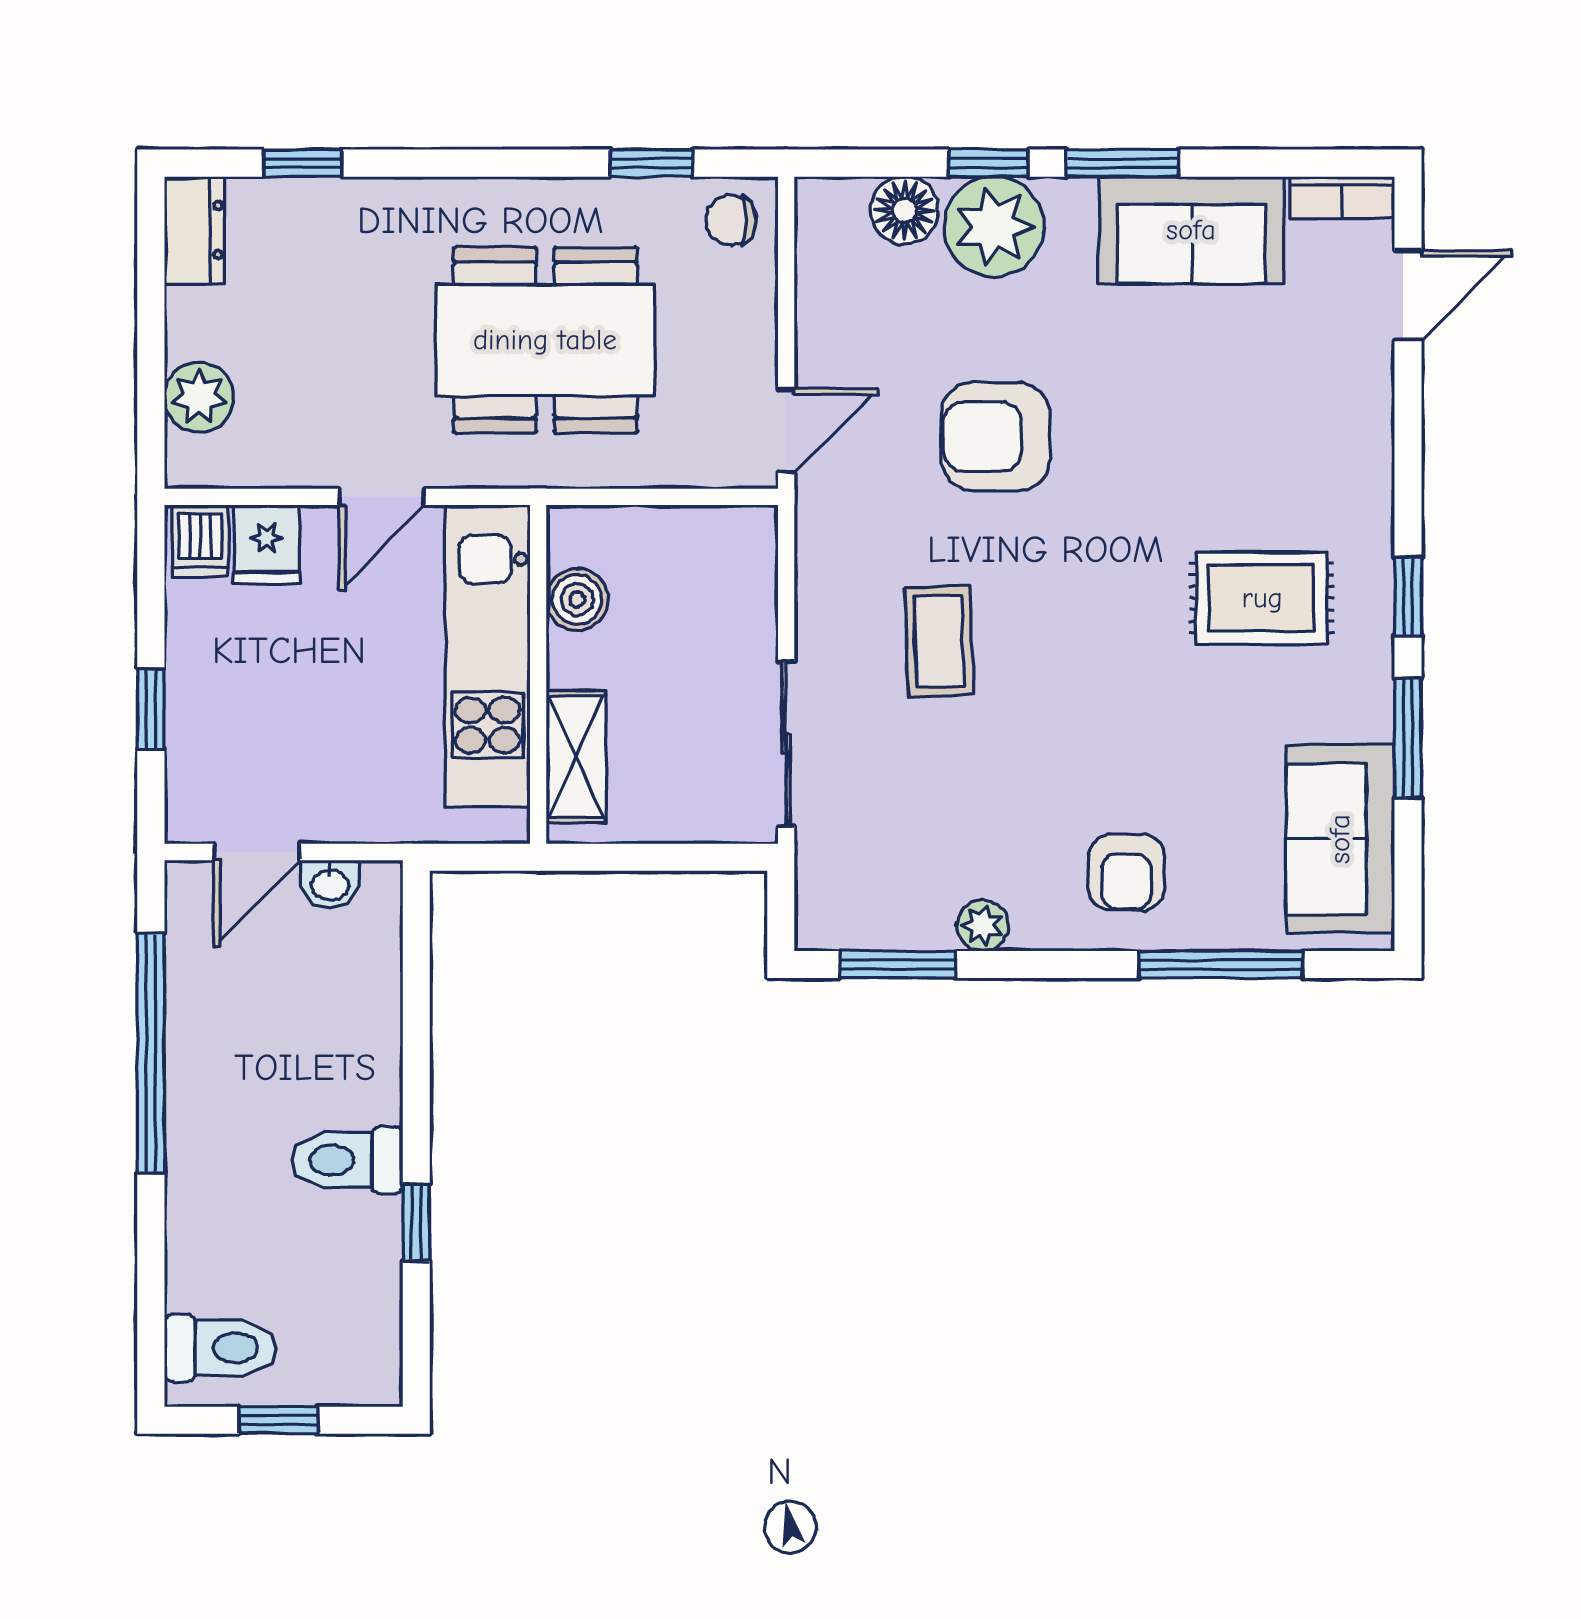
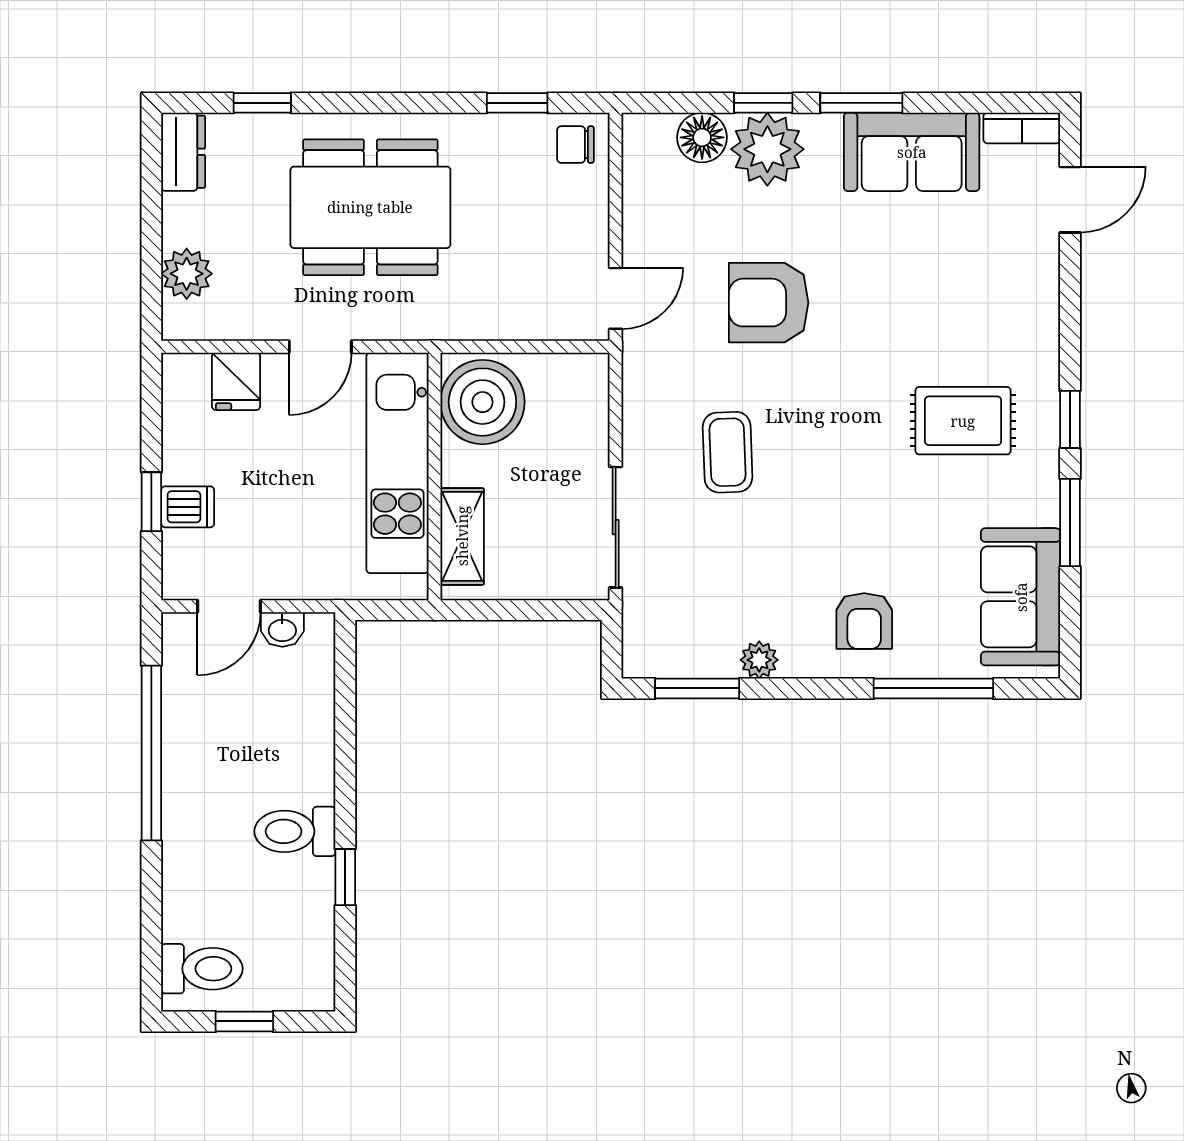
dining table: (545, 340) -> (370, 207), moved
dishwasher: (200, 541) -> (188, 507), moved, turned -90
boiler: (577, 599) -> (482, 402), width x1.86, depth x1.86

